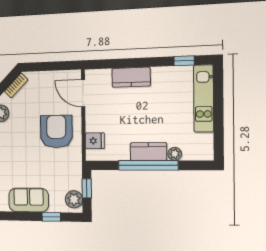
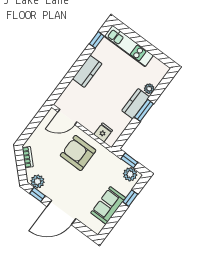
kitchen counter: (131, 77) -> (87, 71), moved
window: (148, 165) -> (144, 110), width x0.47

